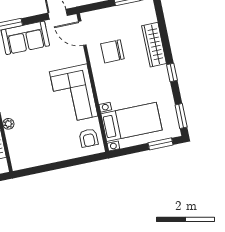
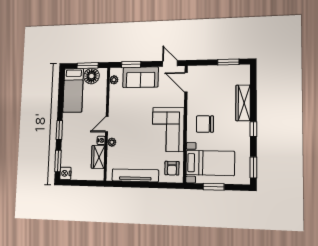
chair: (112, 51) -> (205, 124), moved
window: (161, 144) -> (214, 187), moved
tv unit: (47, 157) -> (135, 175), added

